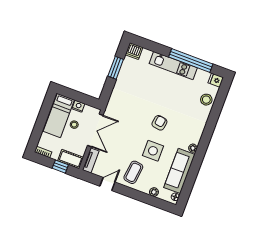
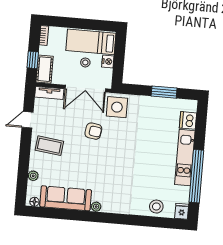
dishwasher: (134, 51) -> (188, 120), moved
armchair: (159, 123) -> (93, 131), moved
side table: (153, 151) -> (117, 107), moved
door: (107, 184) -> (28, 120), swing flipped

